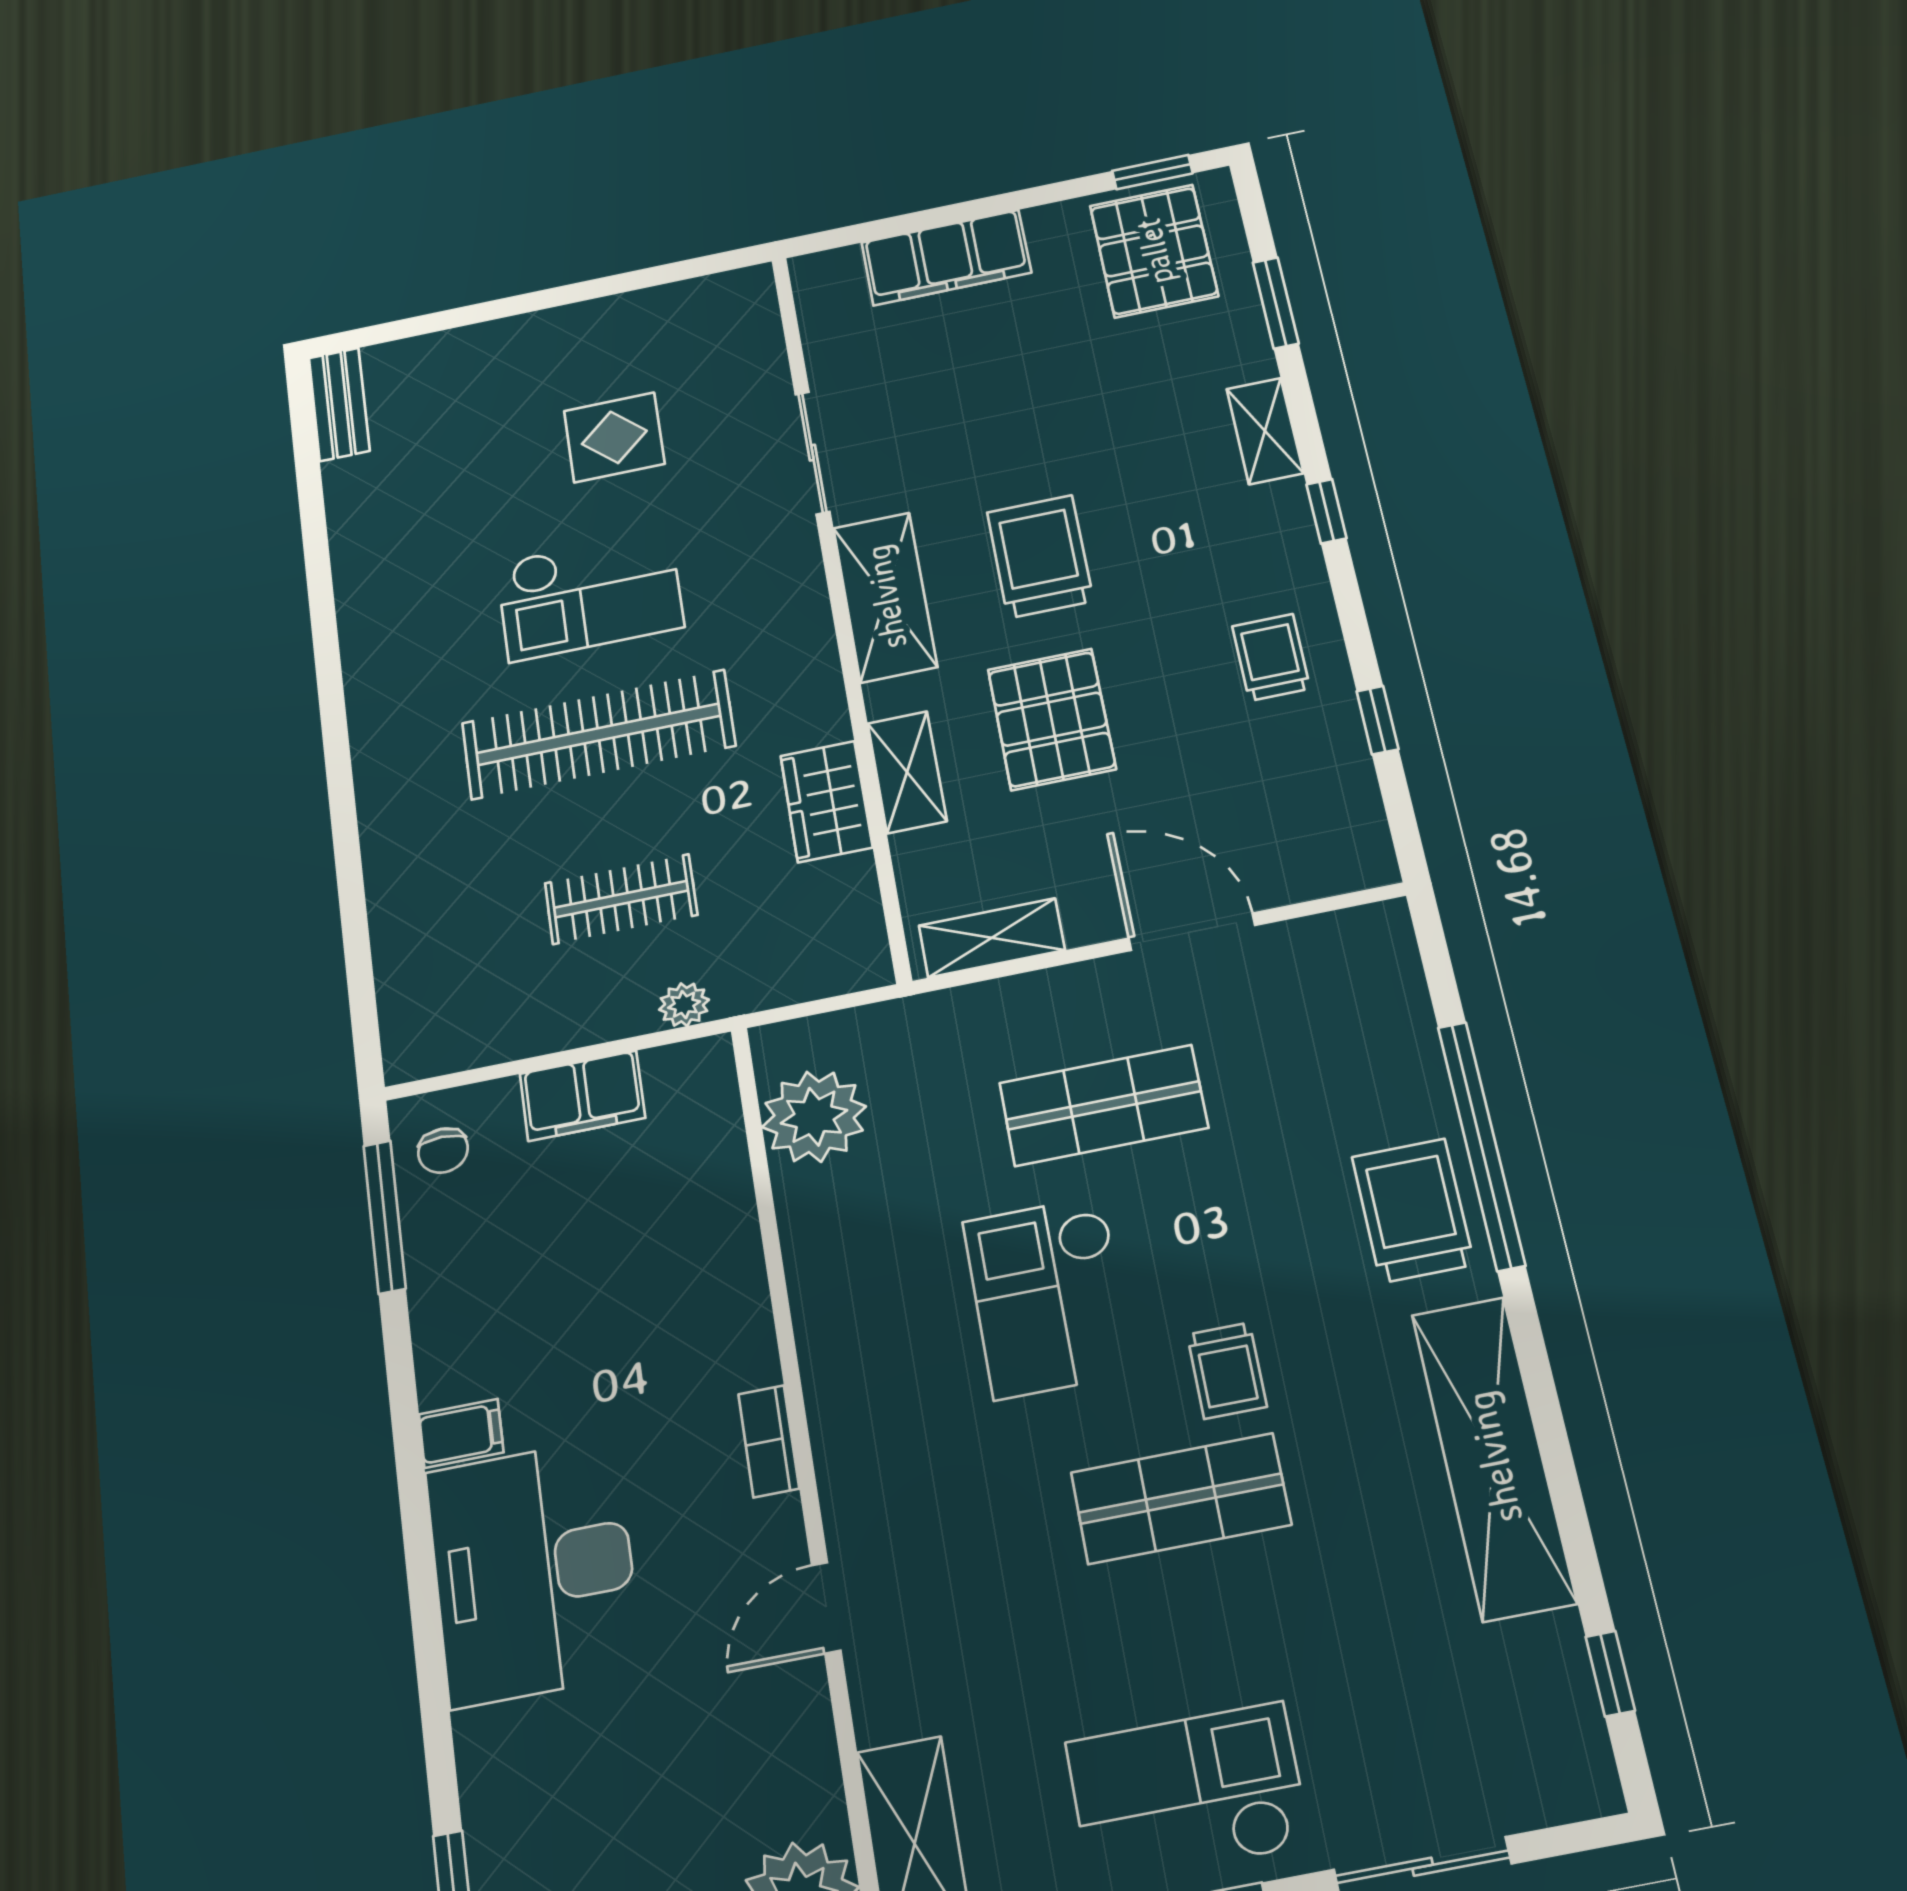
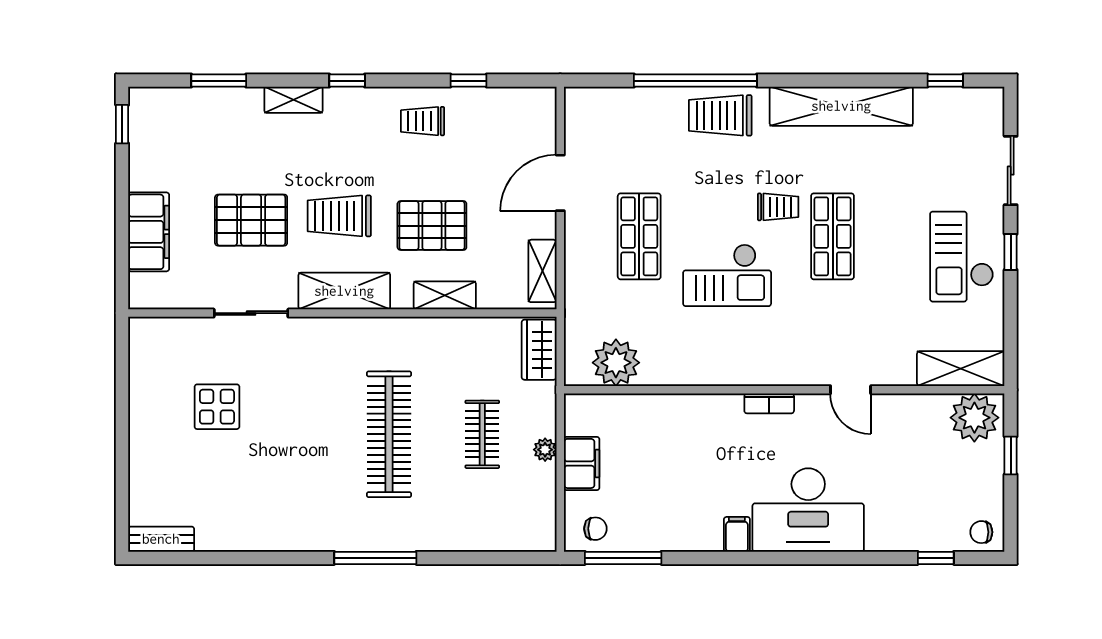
pallet: (1154, 251) -> (251, 220), moved
checkout: (590, 595) -> (308, 429), removed
window: (338, 764) -> (375, 558), added
wardrobe: (826, 801) -> (539, 350), moved, turned 90
plant: (684, 1005) -> (545, 450), moved

